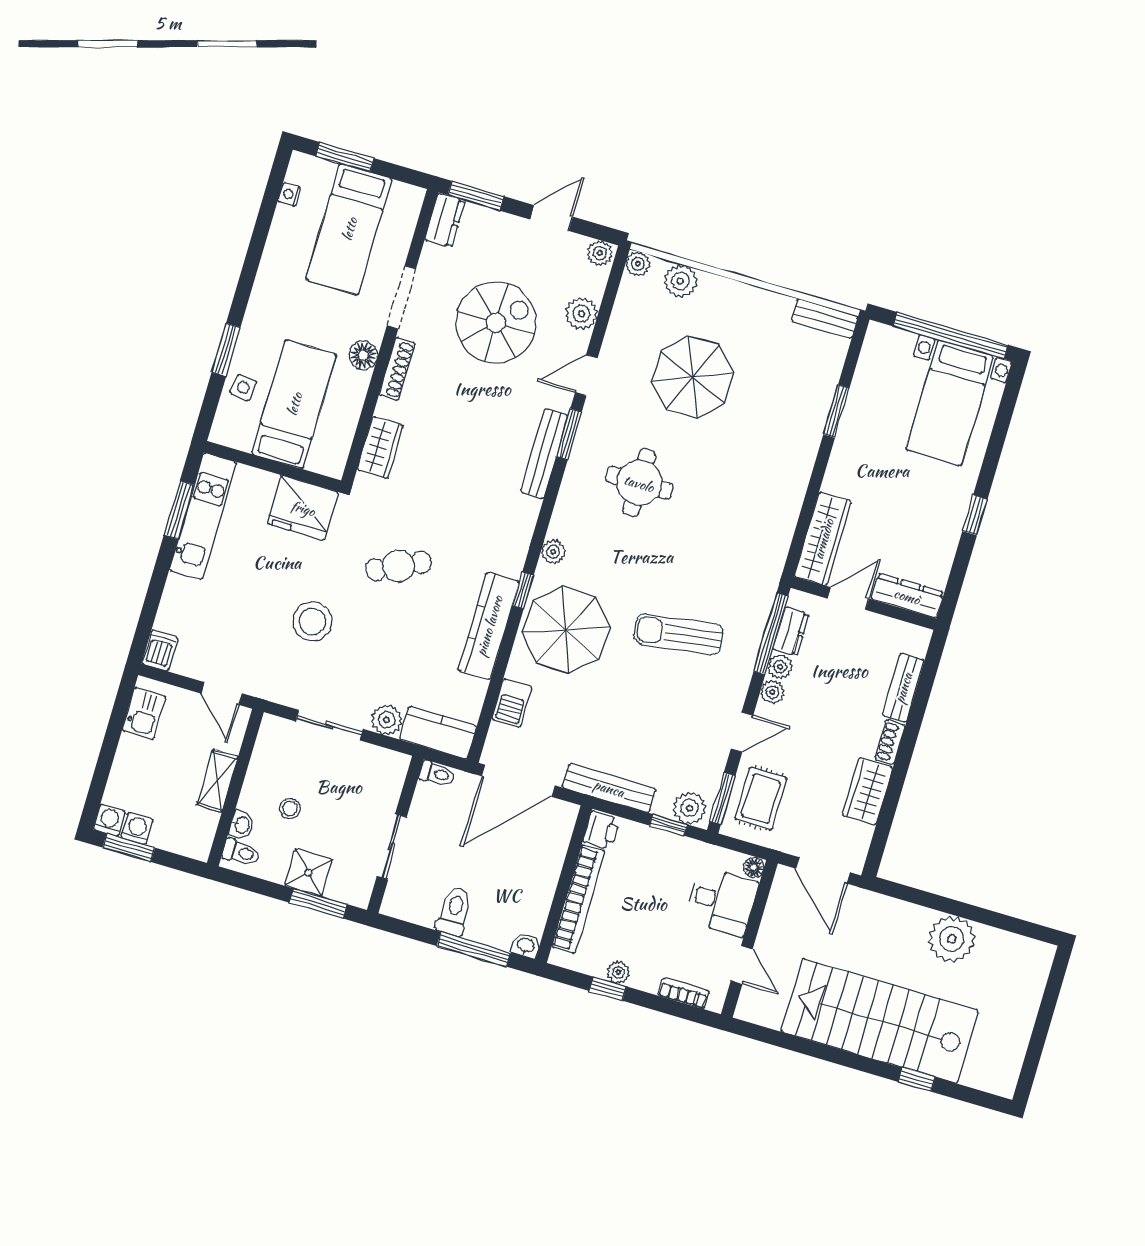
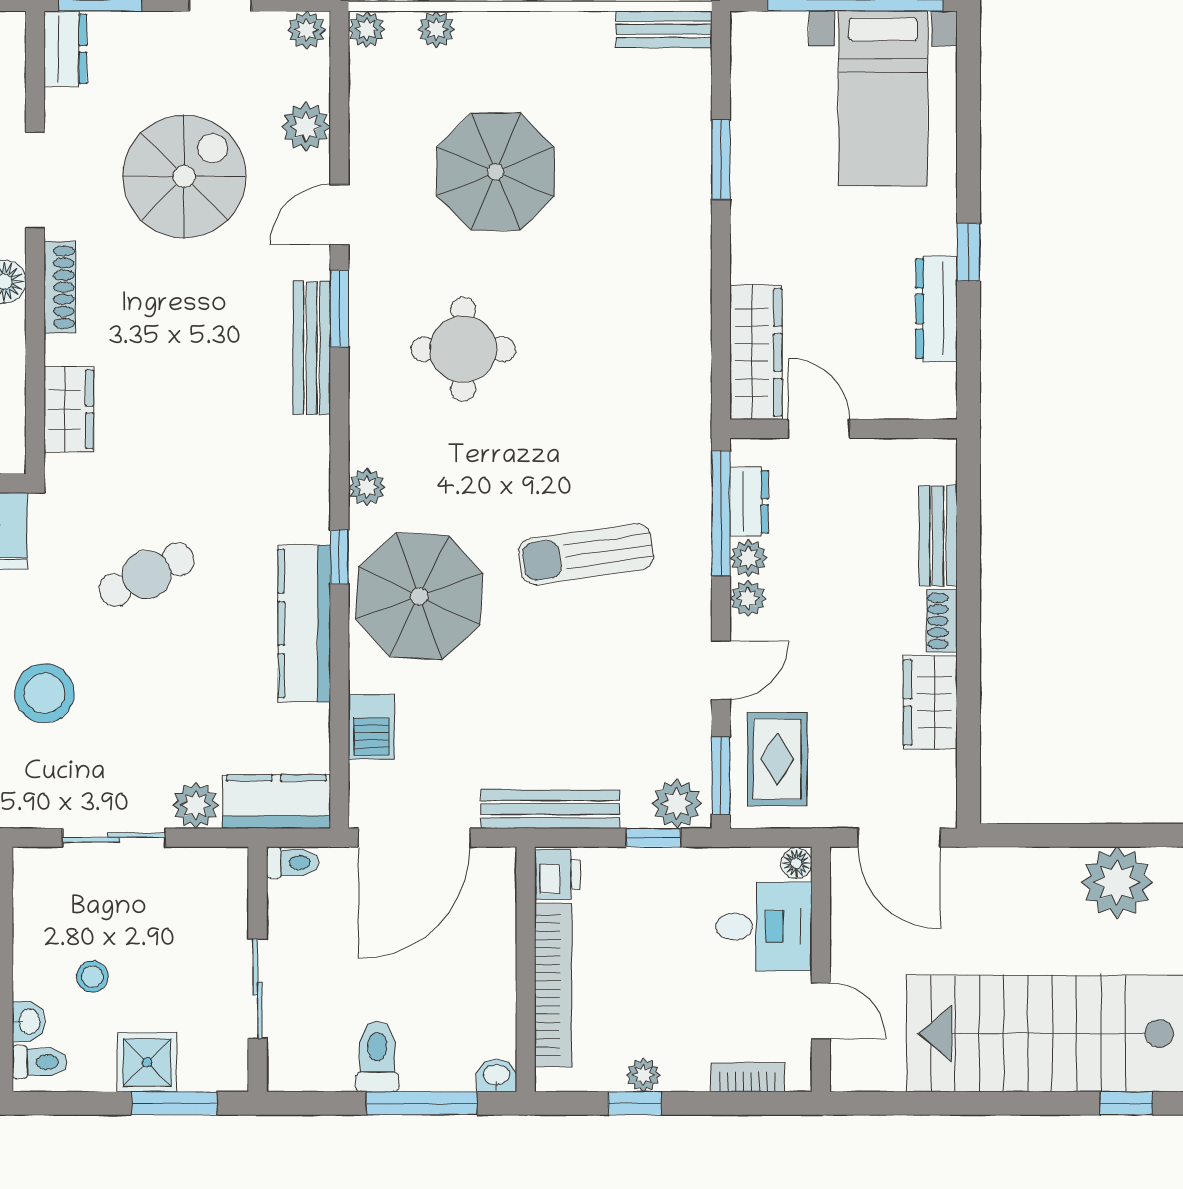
plant: (680, 281) -> (436, 29), width x0.73, depth x0.73
dresser: (907, 596) -> (936, 309), moved, turned -90
door: (848, 599) -> (819, 429), hinge flipped

